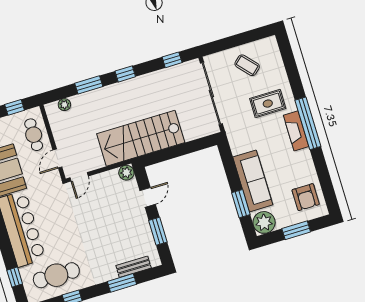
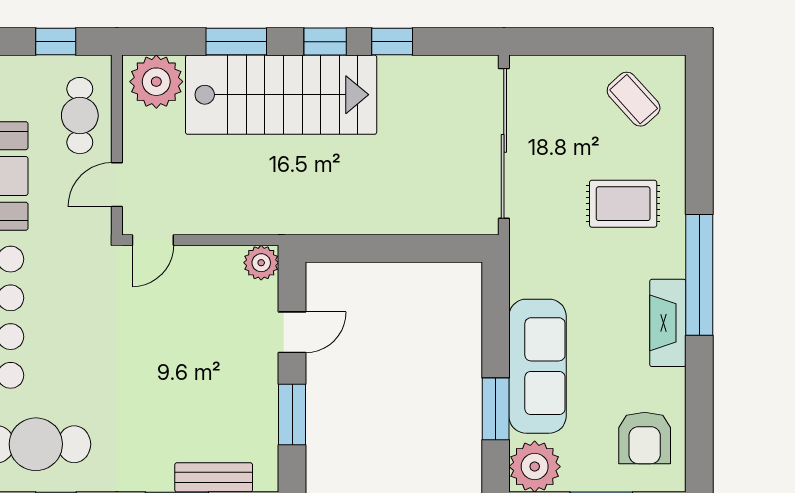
window: (172, 60) -> (392, 42), moved
coffee table: (247, 65) -> (634, 99), moved
plant: (64, 105) -> (156, 82), width x1.87, depth x1.87
fireplace: (296, 131) -> (668, 323), moved
stairs: (141, 138) -> (281, 95), moved, turned 180

